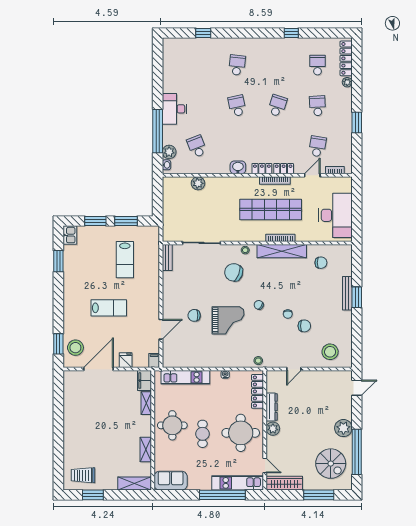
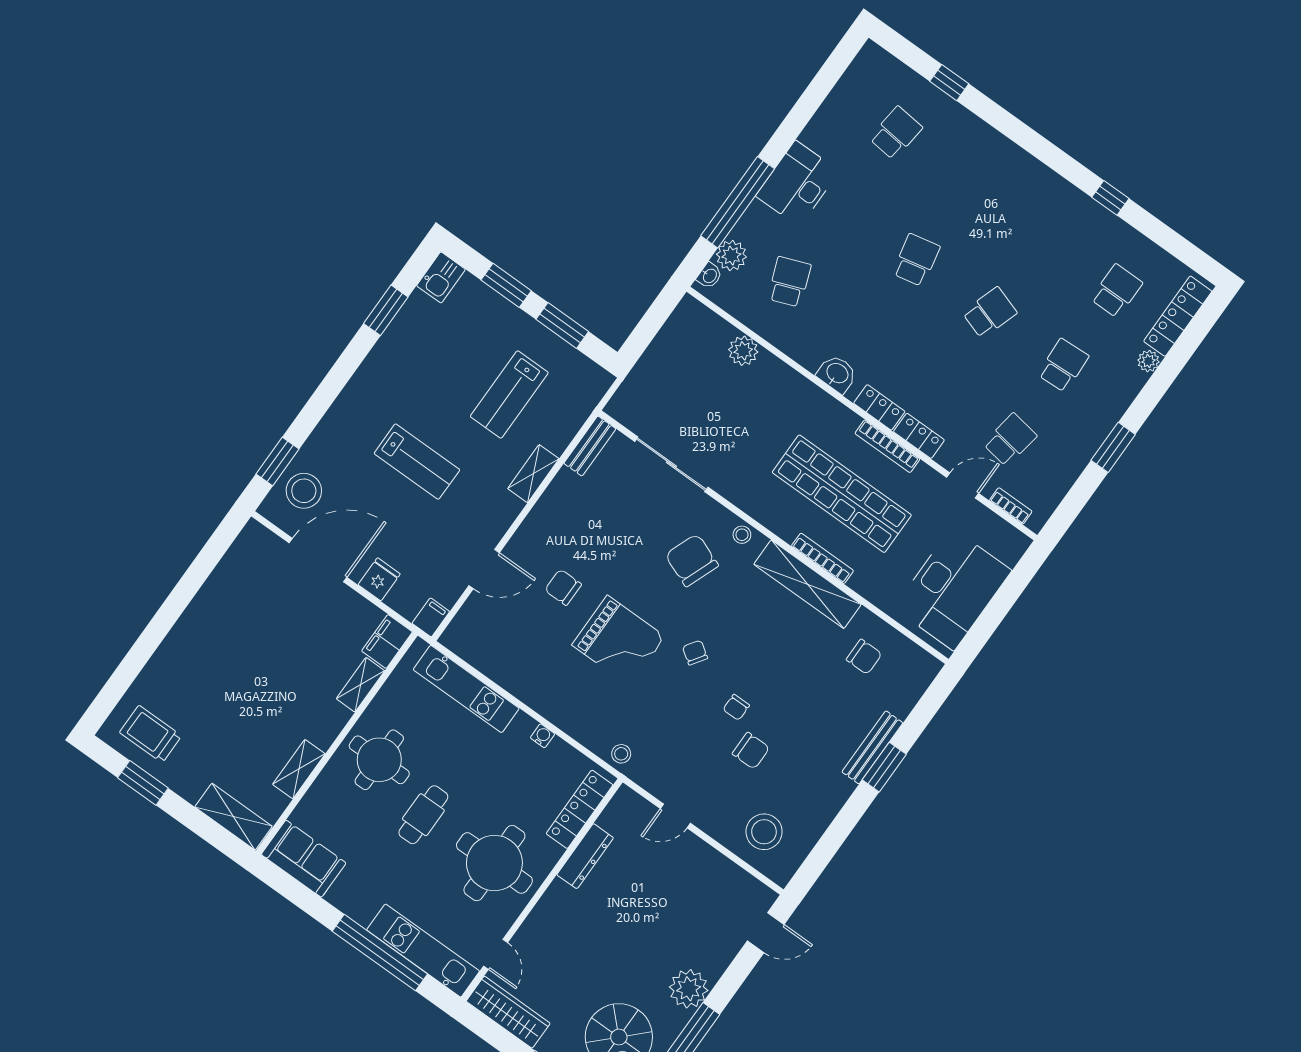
school desk: (237, 65) -> (896, 133), moved
shelving: (154, 282) -> (533, 474), added
plant: (273, 429) -> (559, 897), removed

